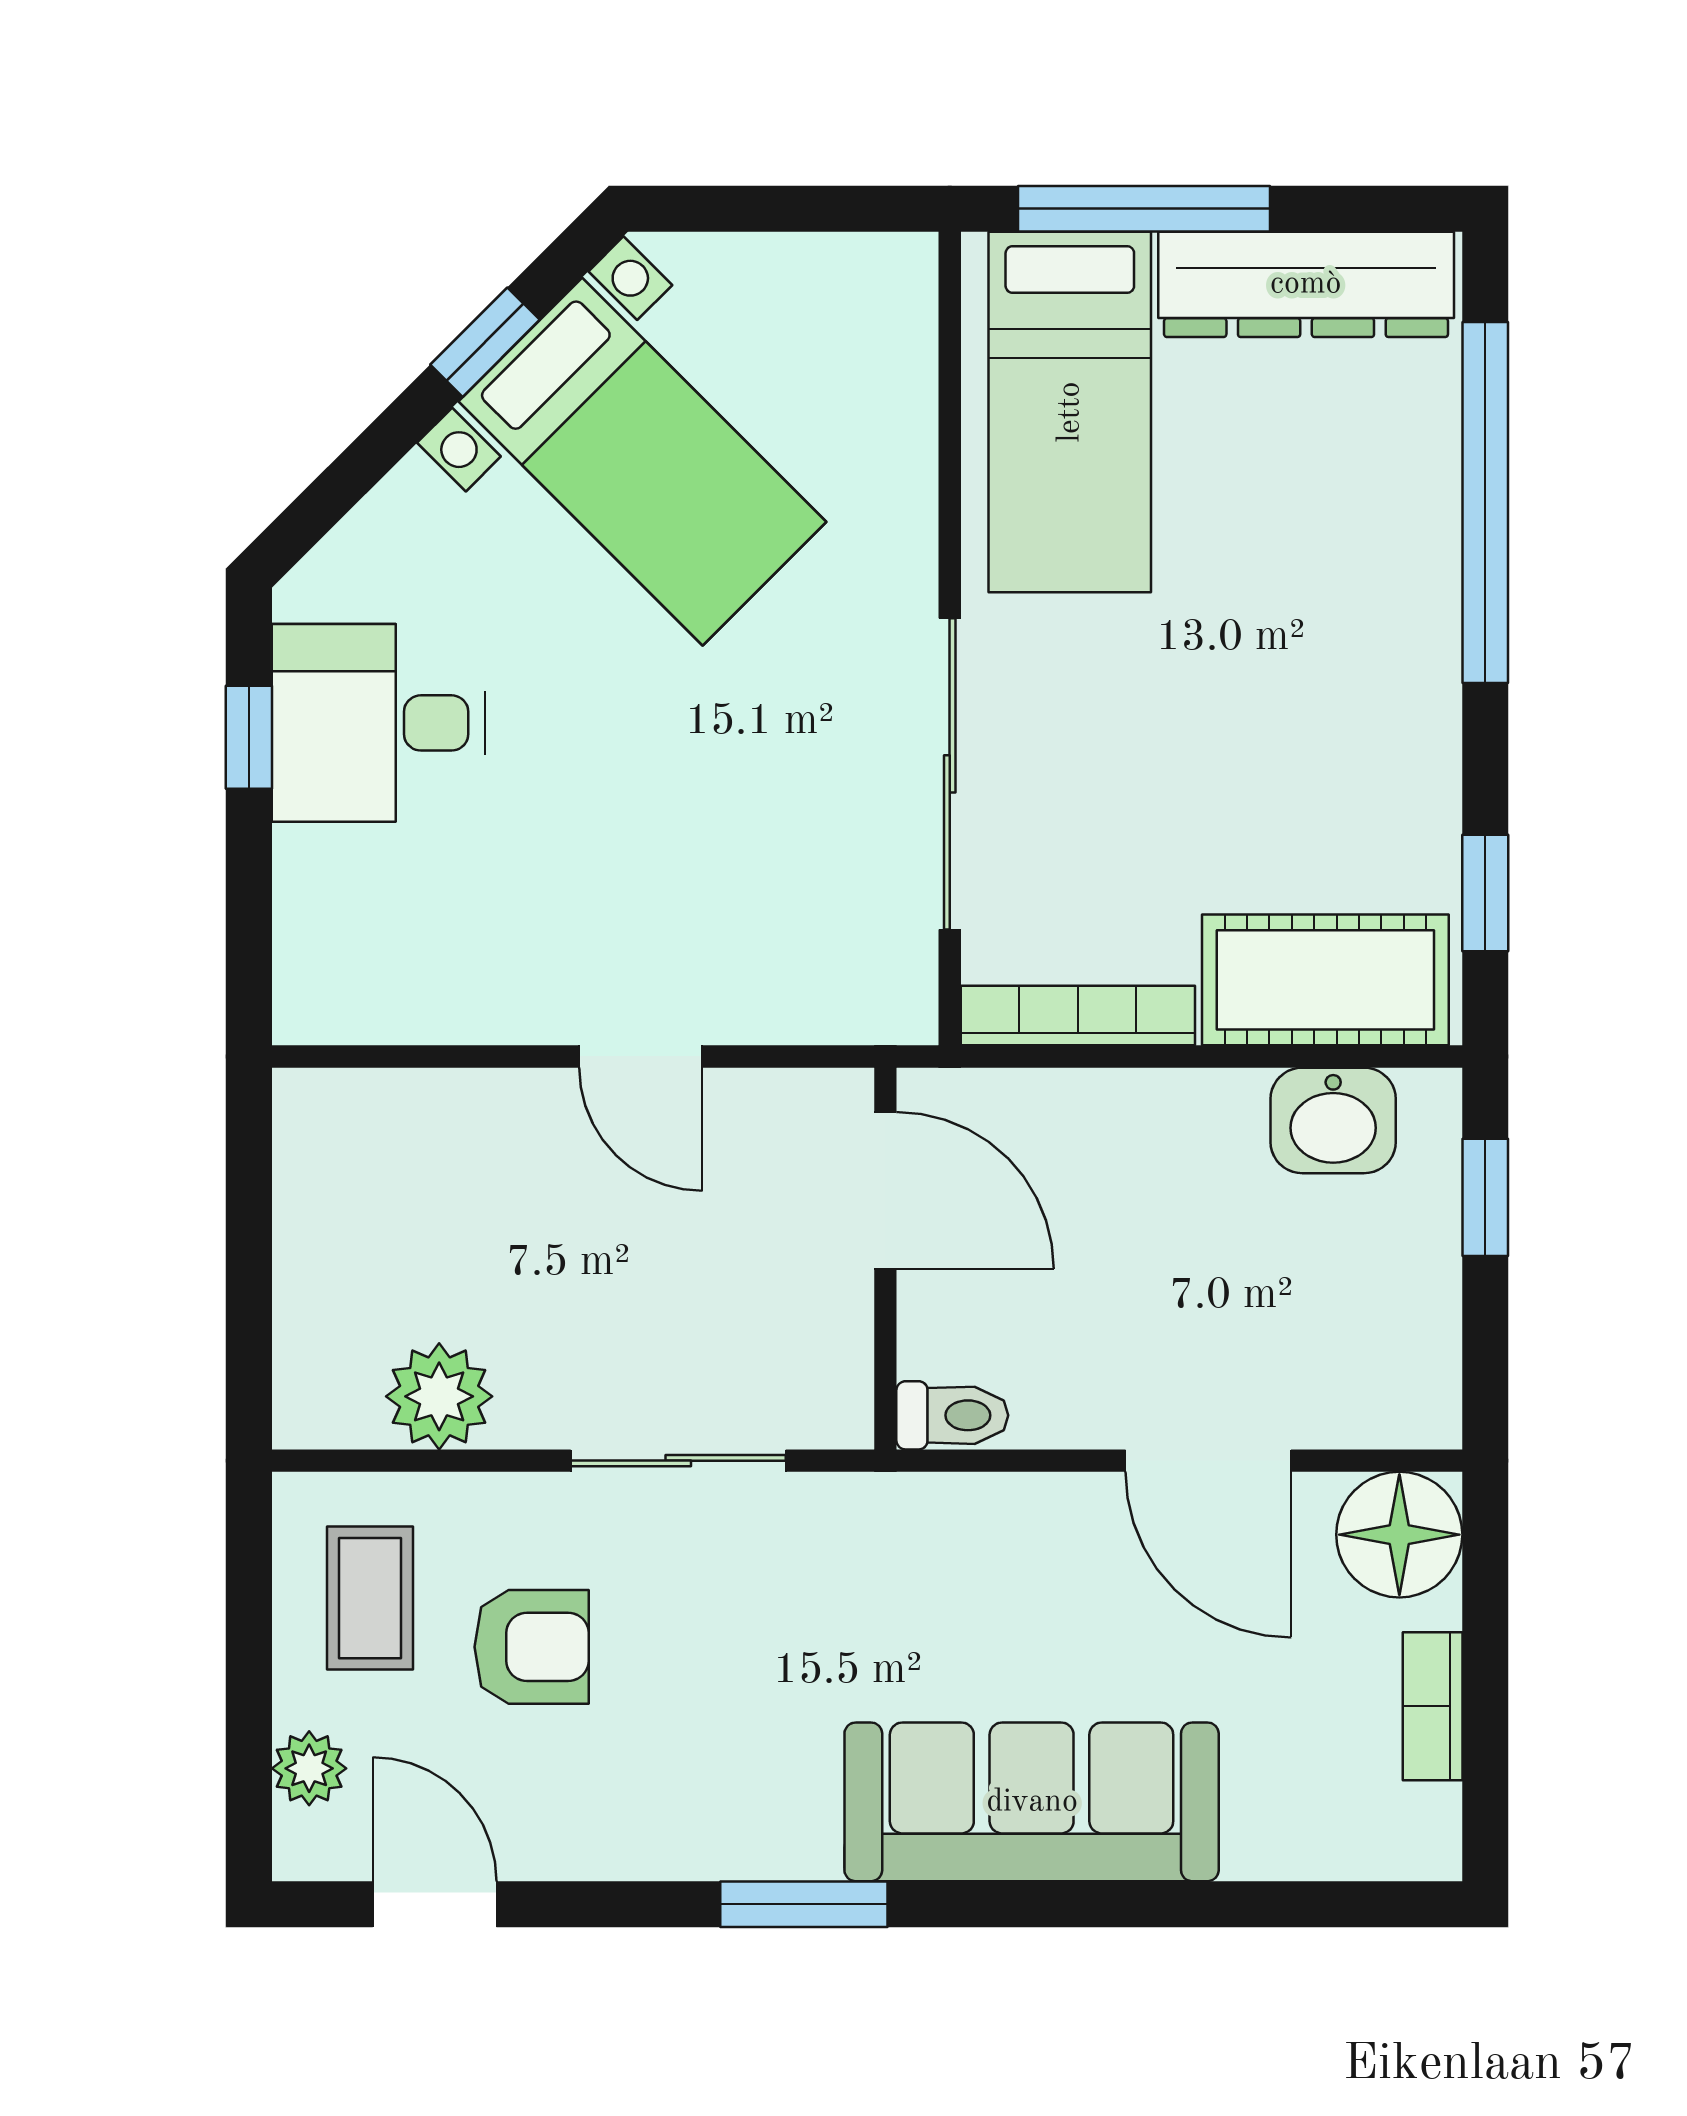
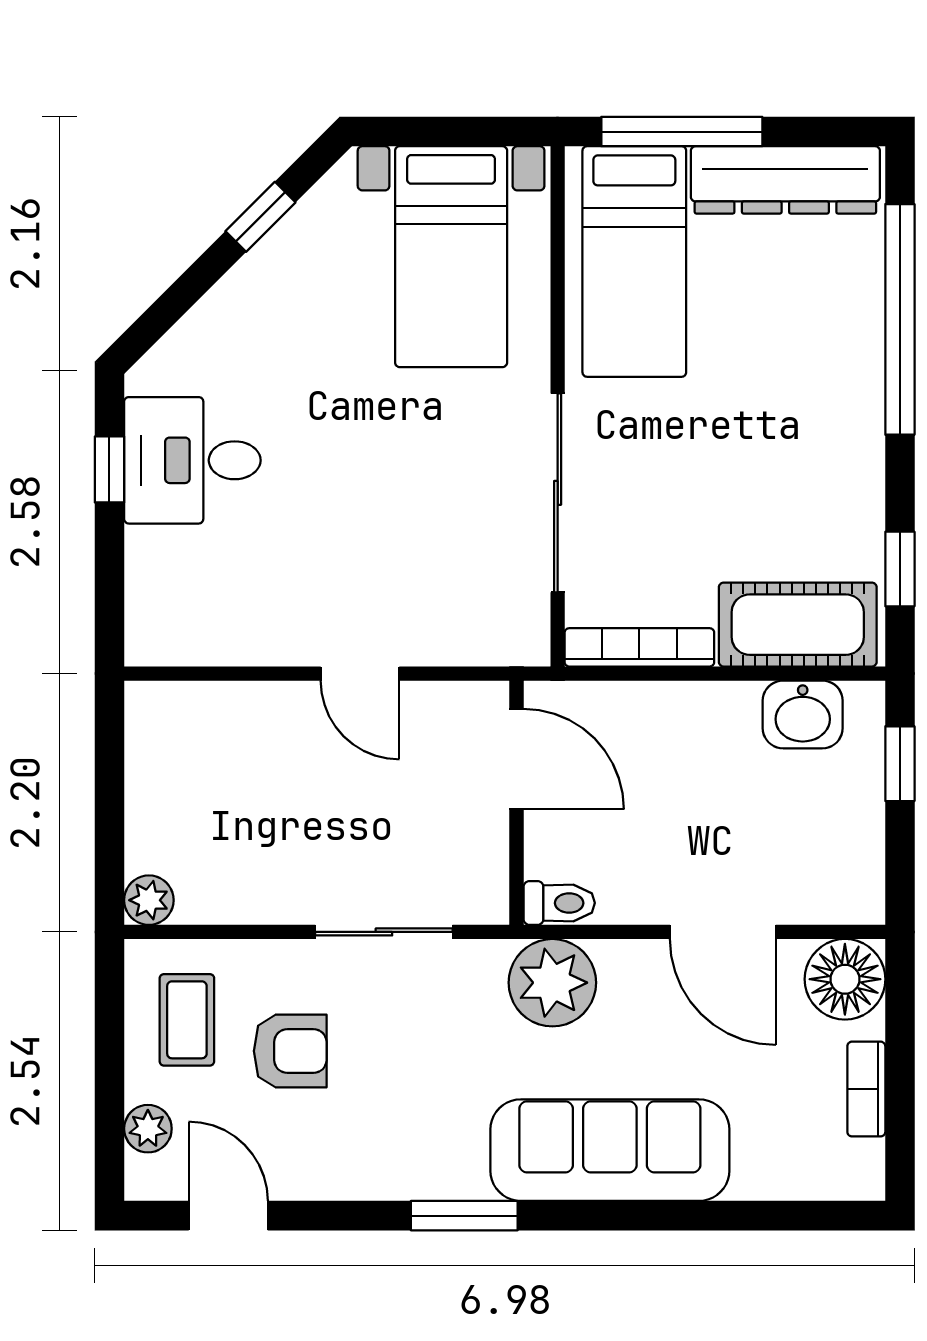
bed with nightstands: (642, 462) -> (451, 257), moved, turned 45
plant: (439, 1396) -> (149, 900), moved, width x0.73, depth x0.73
plant: (942, 1540) -> (552, 983), added

